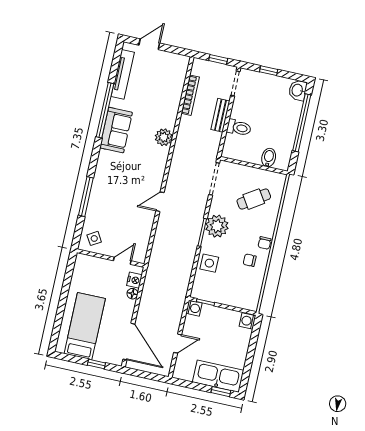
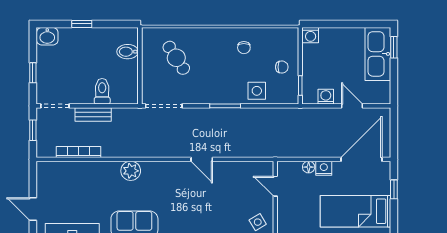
window: (302, 123) -> (82, 24), width x0.32
plant: (217, 226) -> (215, 91), removed
chair: (264, 243) -> (282, 67), moved
nightstand: (134, 280) -> (324, 168), moved
washing machine: (194, 308) -> (326, 97), moved

